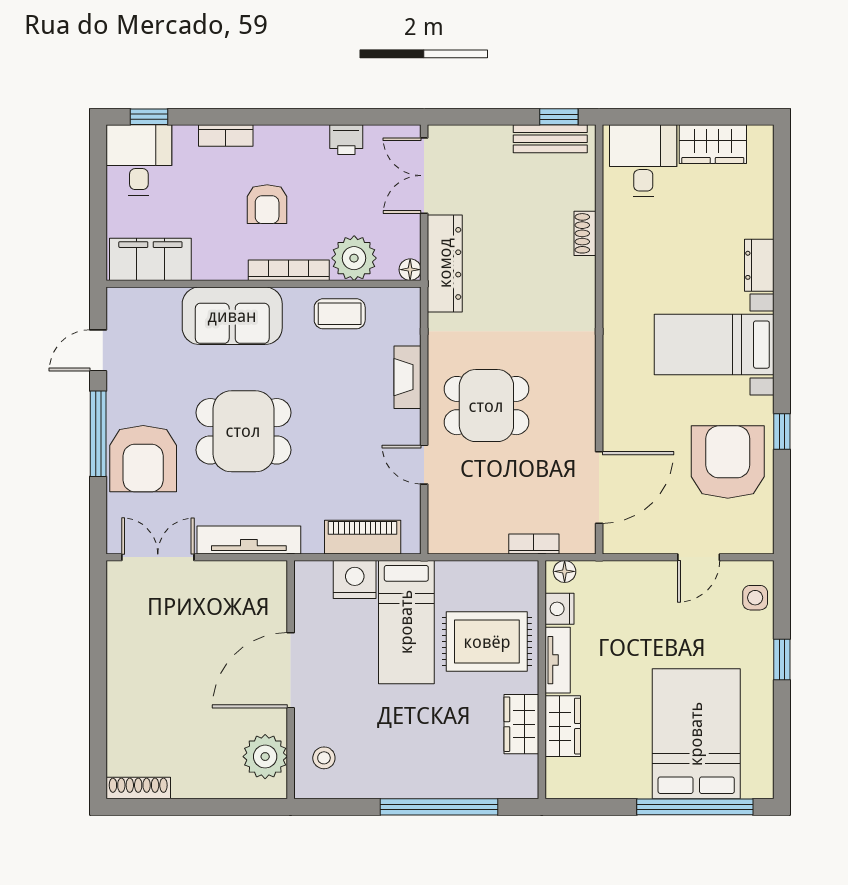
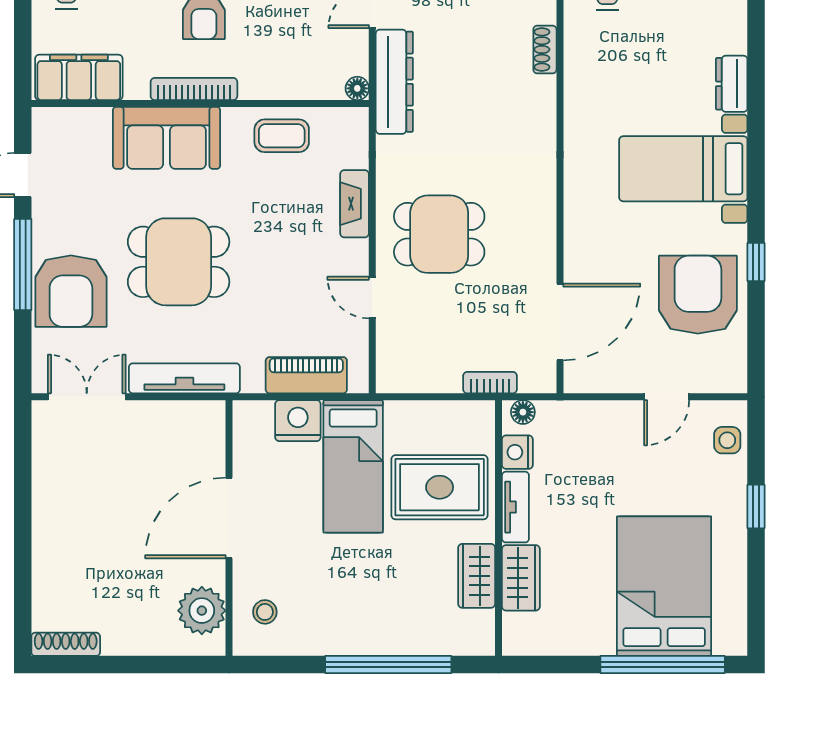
plant: (354, 258) -> (297, 76), removed
bookcase: (289, 270) -> (194, 89), moved

